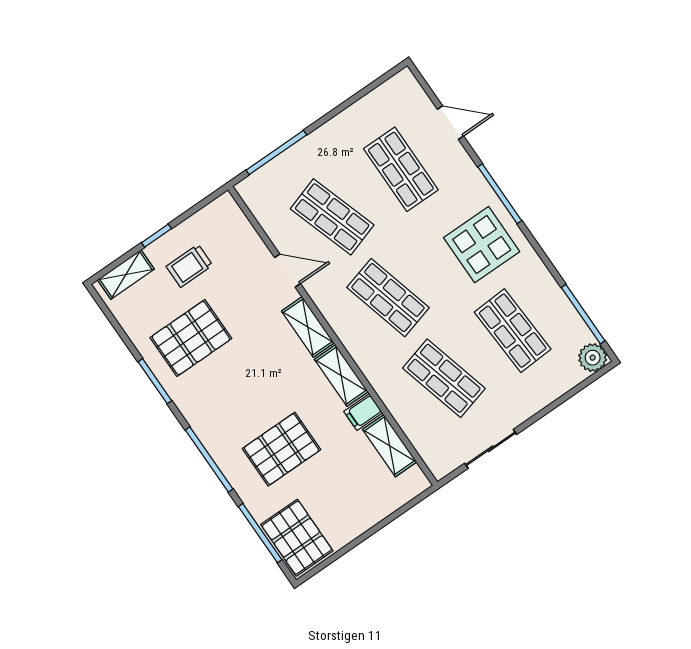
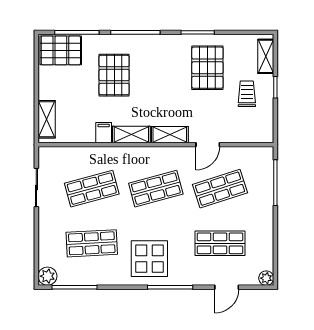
plant: (405, 81) -> (266, 278), added
shelving: (390, 446) -> (47, 119), moved, turned 90

